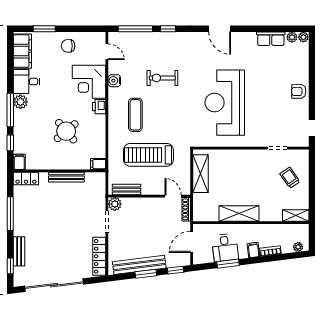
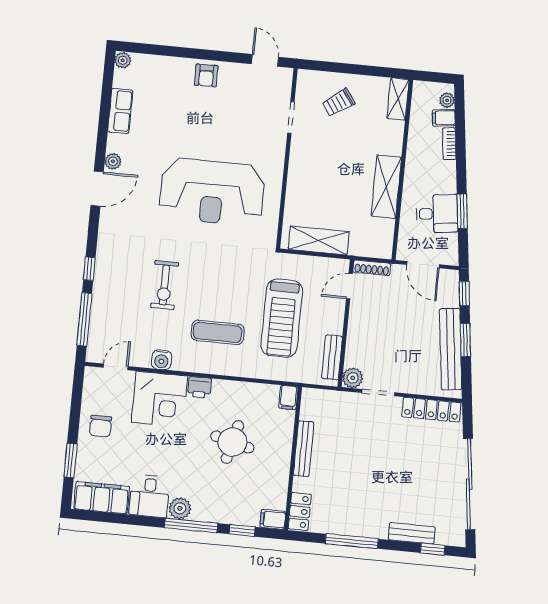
plant: (292, 37) -> (113, 161), moved
round table: (66, 131) -> (232, 442), turned -36
filing cabinet: (253, 250) -> (444, 118), moved

